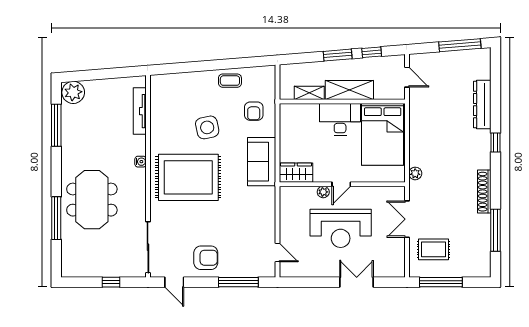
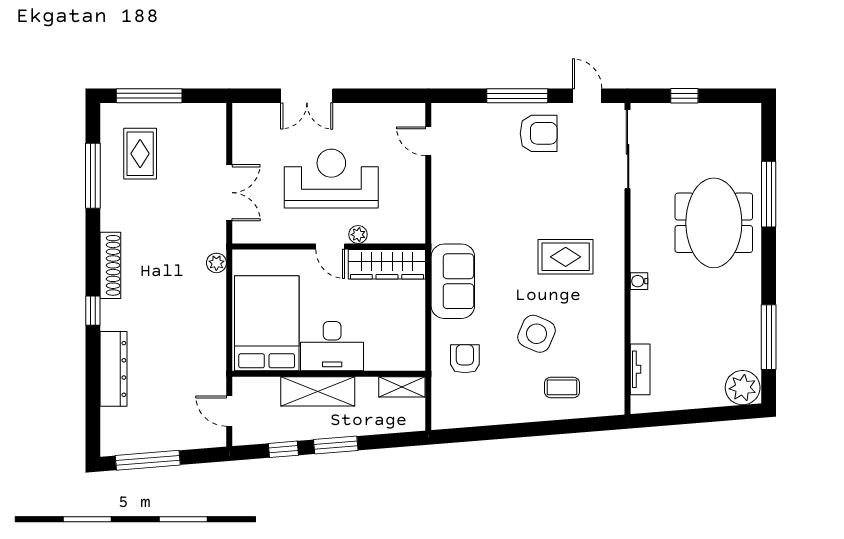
coffee table: (230, 81) -> (562, 387), moved
shelving: (309, 93) -> (402, 387), moved
tv unit: (140, 111) -> (640, 369), width x0.71
side table: (207, 127) -> (537, 334), turned 35
wardrobe: (296, 173) -> (387, 264), width x1.50
rug: (188, 177) -> (566, 257), width x0.54, depth x0.49
door: (341, 184) -> (330, 246), swing flipped
shoe rack: (484, 192) -> (110, 265), moved
rug: (434, 249) -> (140, 154), moved, turned 90
armchair: (206, 258) -> (539, 133), turned 180
window: (238, 282) -> (517, 96), moved
window: (441, 282) -> (149, 96), moved

